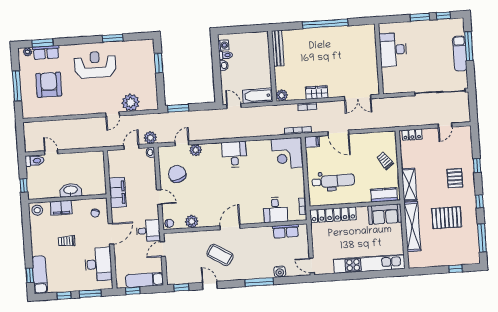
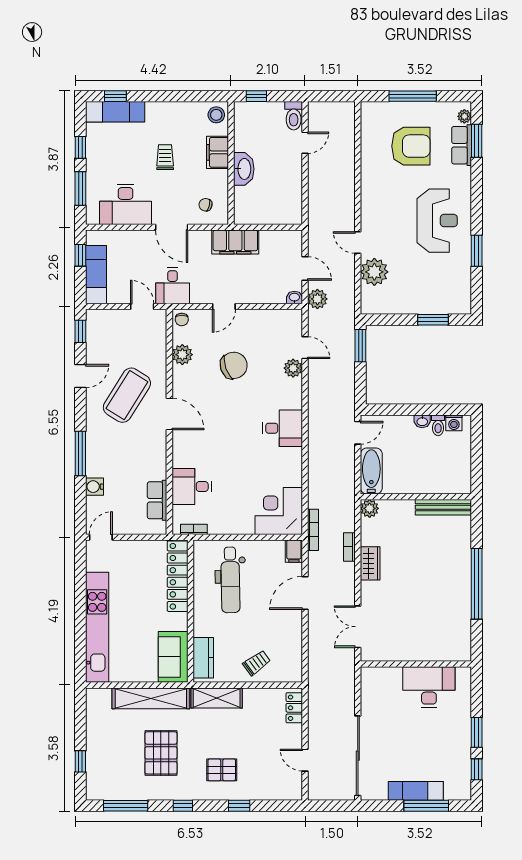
chair: (177, 174) -> (234, 365), moved
coffee table: (220, 255) -> (127, 395), width x1.36, depth x1.32

